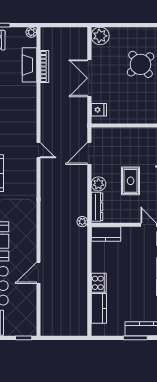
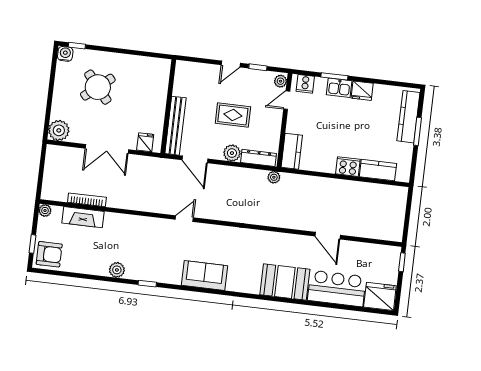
bench: (116, 134) -> (175, 126), added

